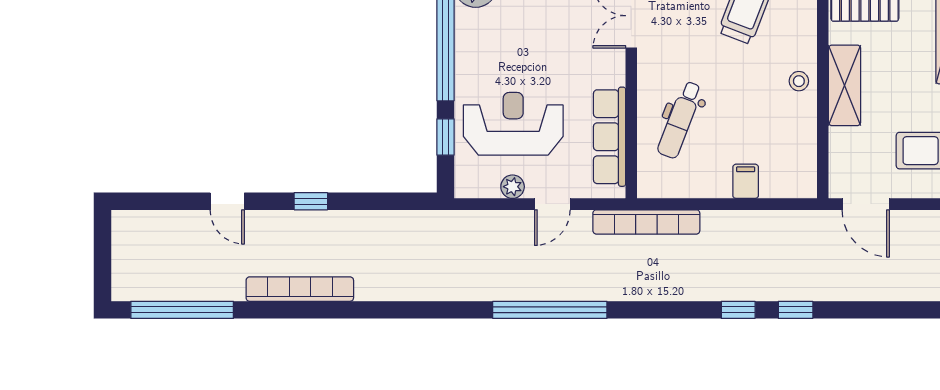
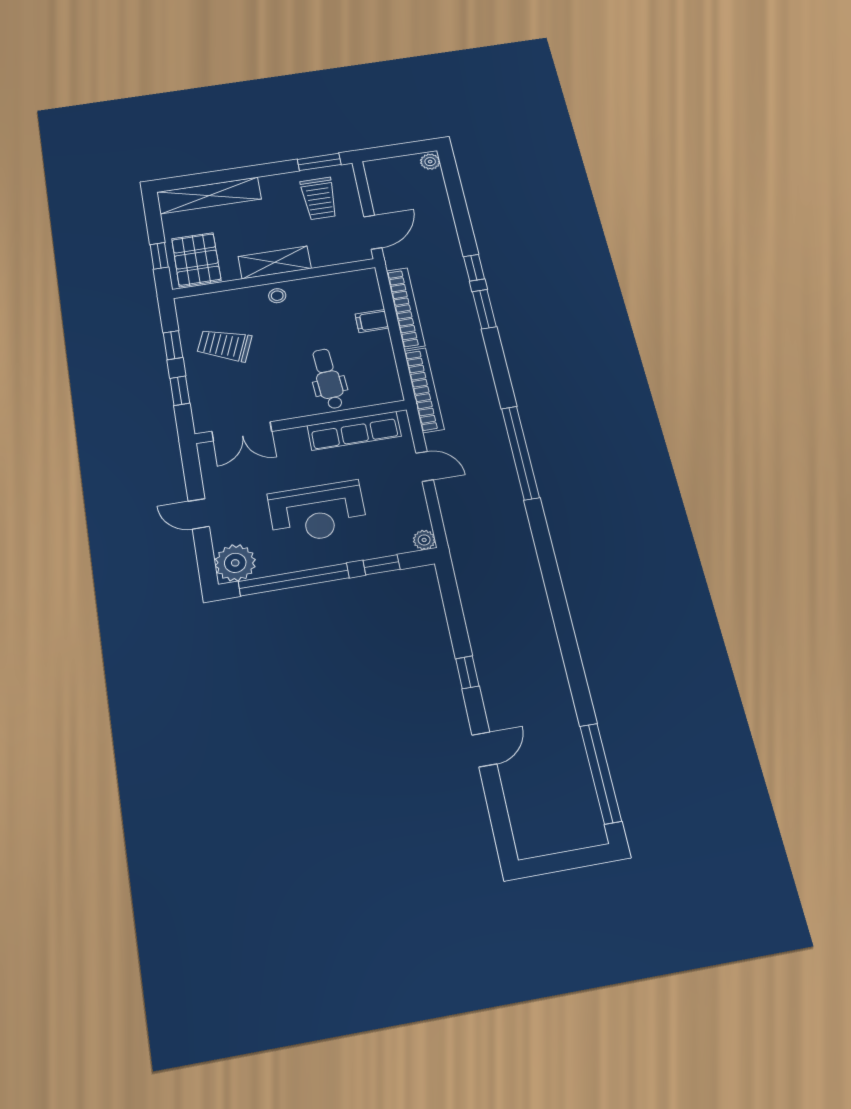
dental chair: (680, 120) -> (328, 379), turned -115
reception desk: (513, 124) -> (317, 512), moved, turned -90
plant: (513, 187) -> (424, 540), moved
bookcase: (300, 289) -> (406, 308), moved, turned 180
window: (738, 310) -> (484, 309), width x1.50

